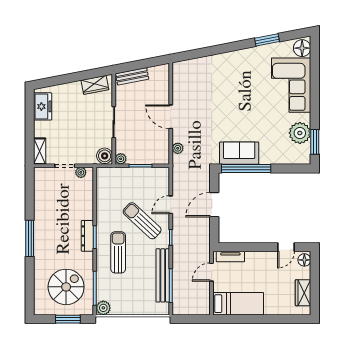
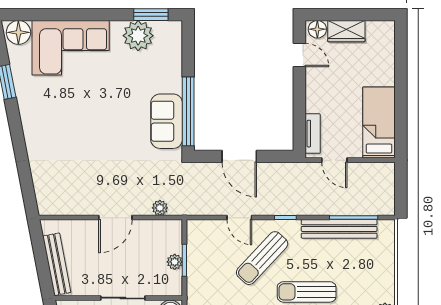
bench: (132, 76) -> (57, 264), width x1.36
plant: (121, 159) -> (175, 262), moved
wardrobe: (303, 293) -> (346, 31), moved

